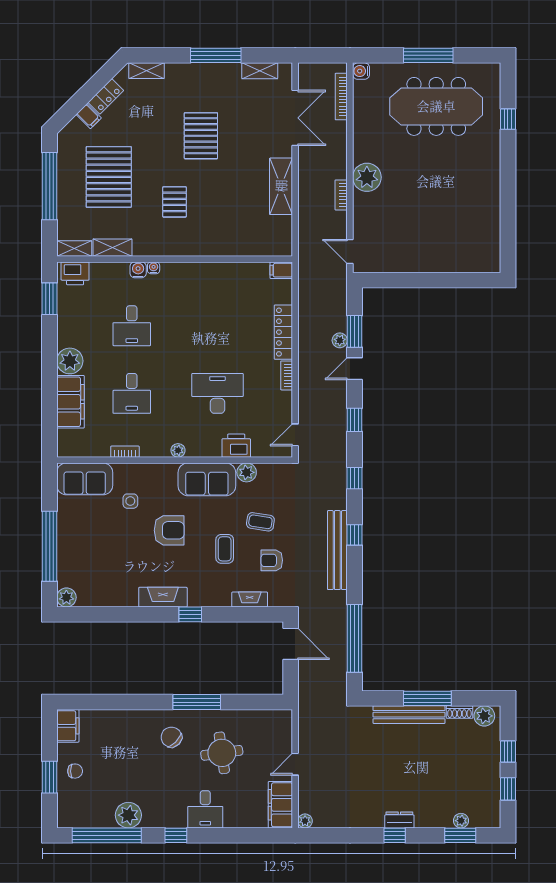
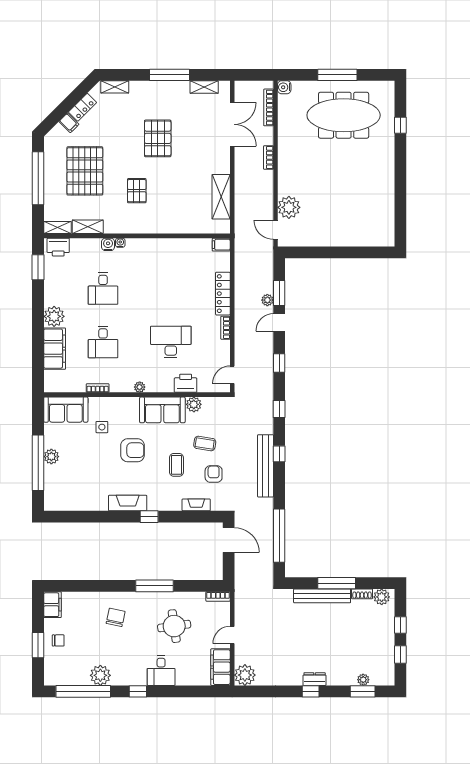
plant: (367, 177) -> (289, 207), moved
shelving: (281, 186) -> (221, 197), moved
bookcase: (341, 195) -> (269, 158), moved
armchair: (272, 560) -> (214, 474), turned 90
plant: (66, 597) -> (51, 457), moved
bookcase: (277, 715) -> (218, 596), added
chair: (171, 737) -> (116, 617), moved, turned 57
plant: (305, 821) -> (245, 675), width x1.87, depth x1.87

